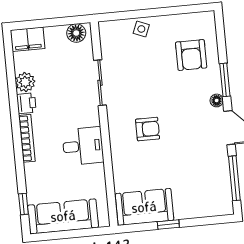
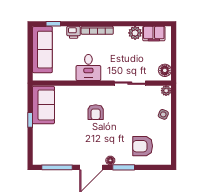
plant: (106, 28) -> (166, 91), added
filing cabinet: (28, 39) -> (154, 34), moved, turned -90
printer: (26, 103) -> (74, 32), moved

